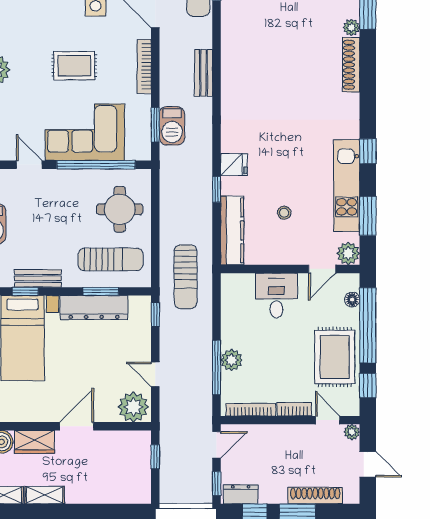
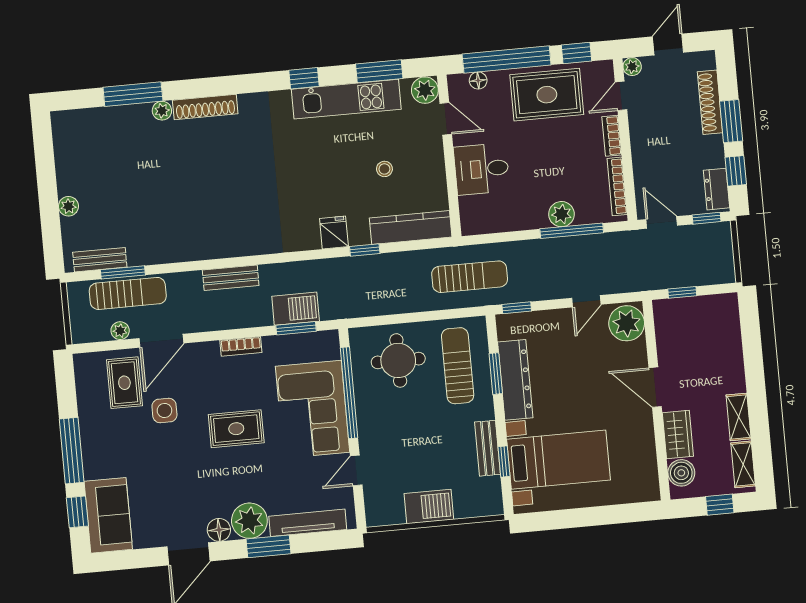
rug: (74, 66) -> (236, 429), turned 90
bookcase: (144, 66) -> (241, 346), width x0.64

